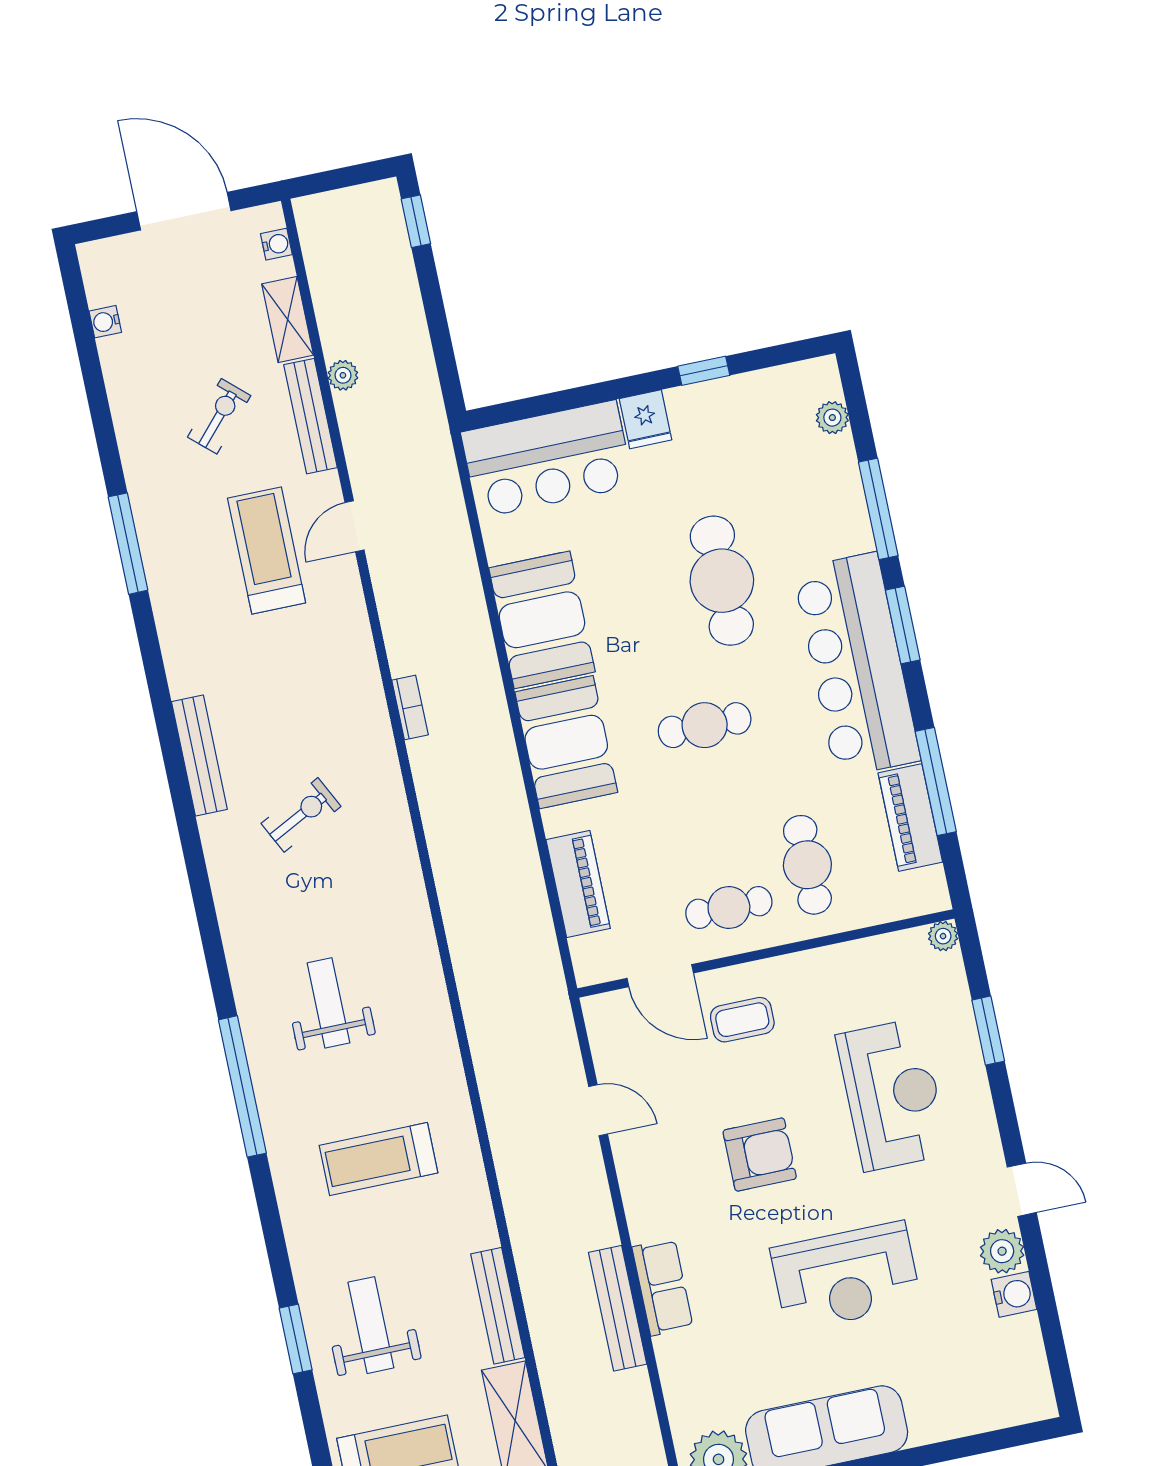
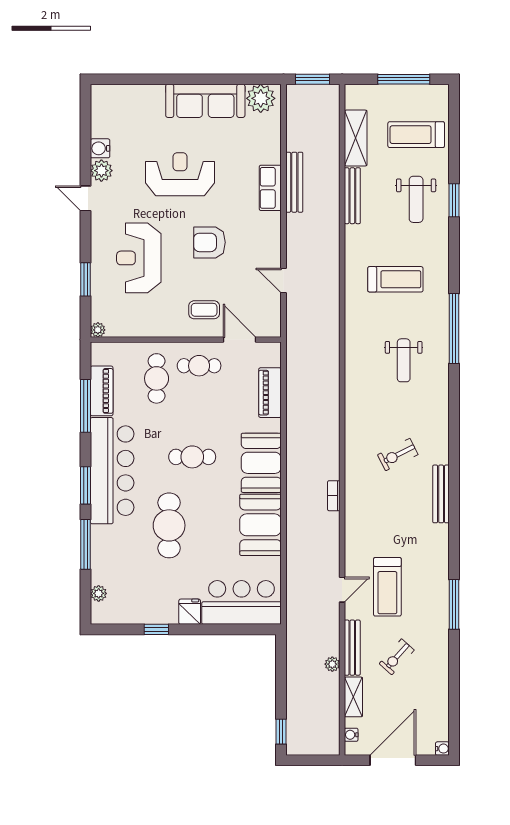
door: (184, 211) -> (393, 760), swing flipped
water cooler: (105, 322) -> (442, 749), moved

